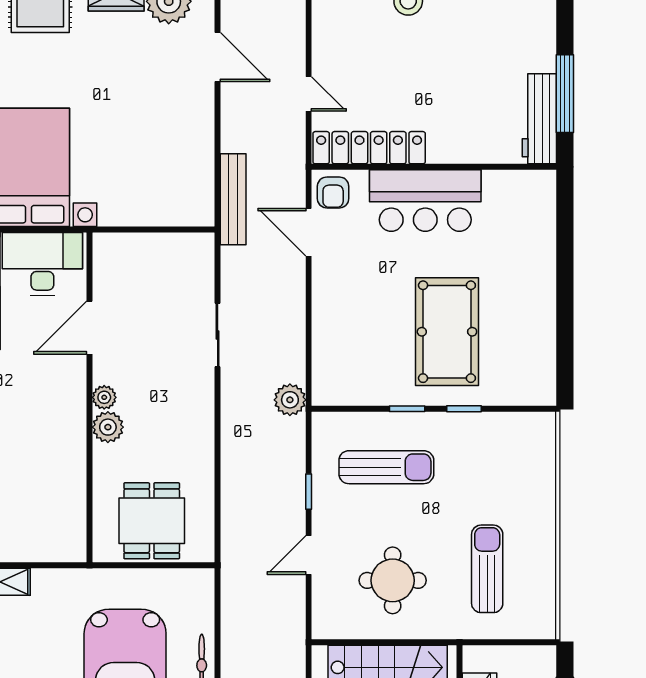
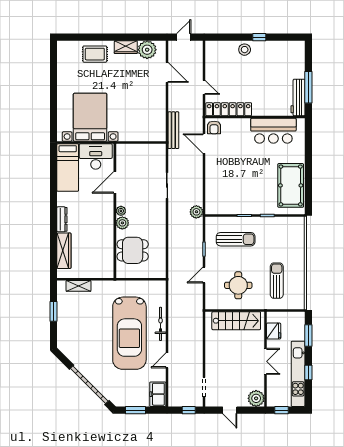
bar counter: (425, 201) -> (273, 131), moved
pool table: (447, 332) -> (291, 185), moved
dining table: (152, 521) -> (133, 250), moved, turned 90

